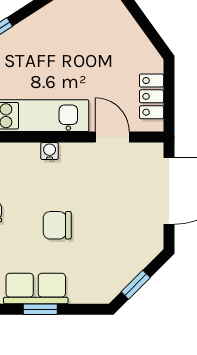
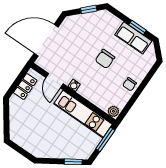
water cooler: (50, 151) -> (74, 85), moved
chair: (57, 225) -> (105, 59), turned 90

